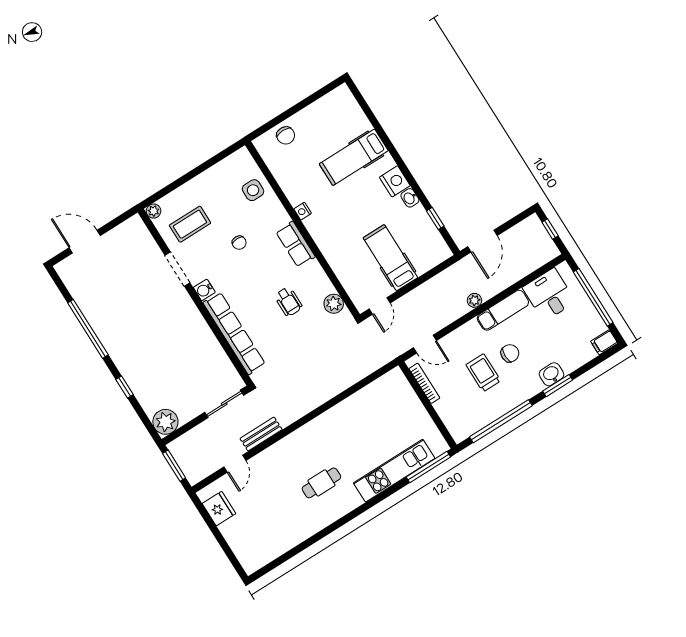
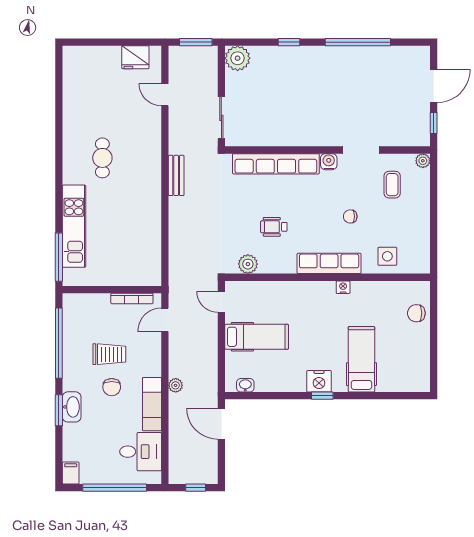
washbasin: (410, 198) -> (245, 385), moved
window: (435, 219) -> (322, 396), moved
window: (116, 222) -> (434, 123), added
coffee table: (190, 224) -> (392, 185), width x0.73, depth x0.77
row of seats: (295, 244) -> (329, 263), width x1.48
washbasin: (552, 374) -> (72, 407), width x1.38
bench: (261, 434) -> (176, 175), moved

